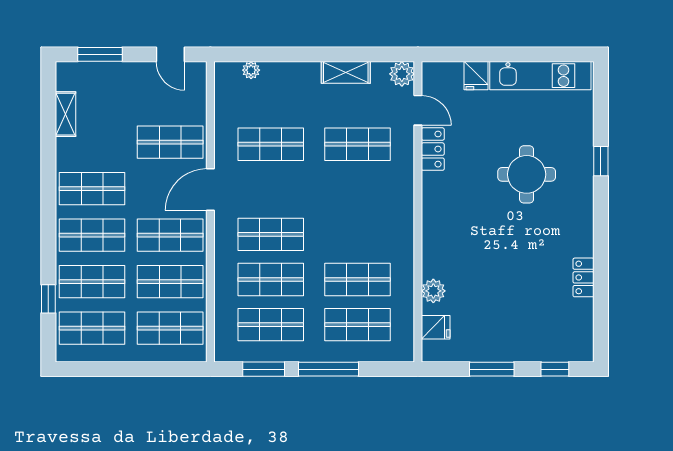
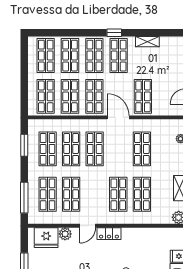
door: (418, 110) -> (88, 226), moved
shelving: (65, 114) -> (147, 42), moved
locker: (433, 149) -> (109, 234), moved
shop shelf: (357, 189) -> (118, 194), added
window: (48, 299) -> (114, 33), moved
fridge: (436, 327) -> (46, 238), width x1.88, depth x1.34
window: (329, 369) -> (24, 198), moved

